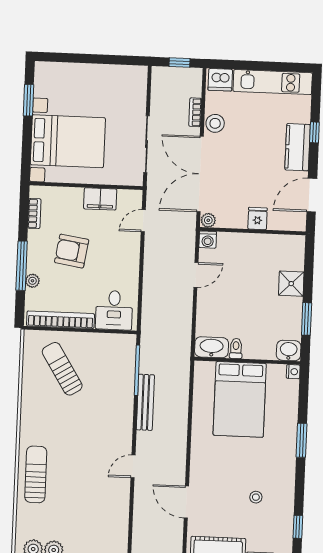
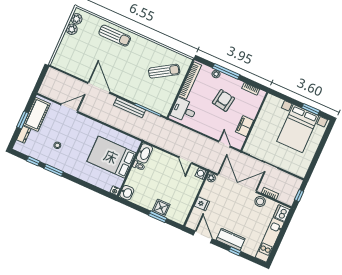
bed with nightstands: (68, 141) -> (298, 129), moved
window: (307, 319) -> (158, 217), moved
window: (301, 440) -> (54, 170), moved
door: (133, 466) -> (99, 88), width x1.88

